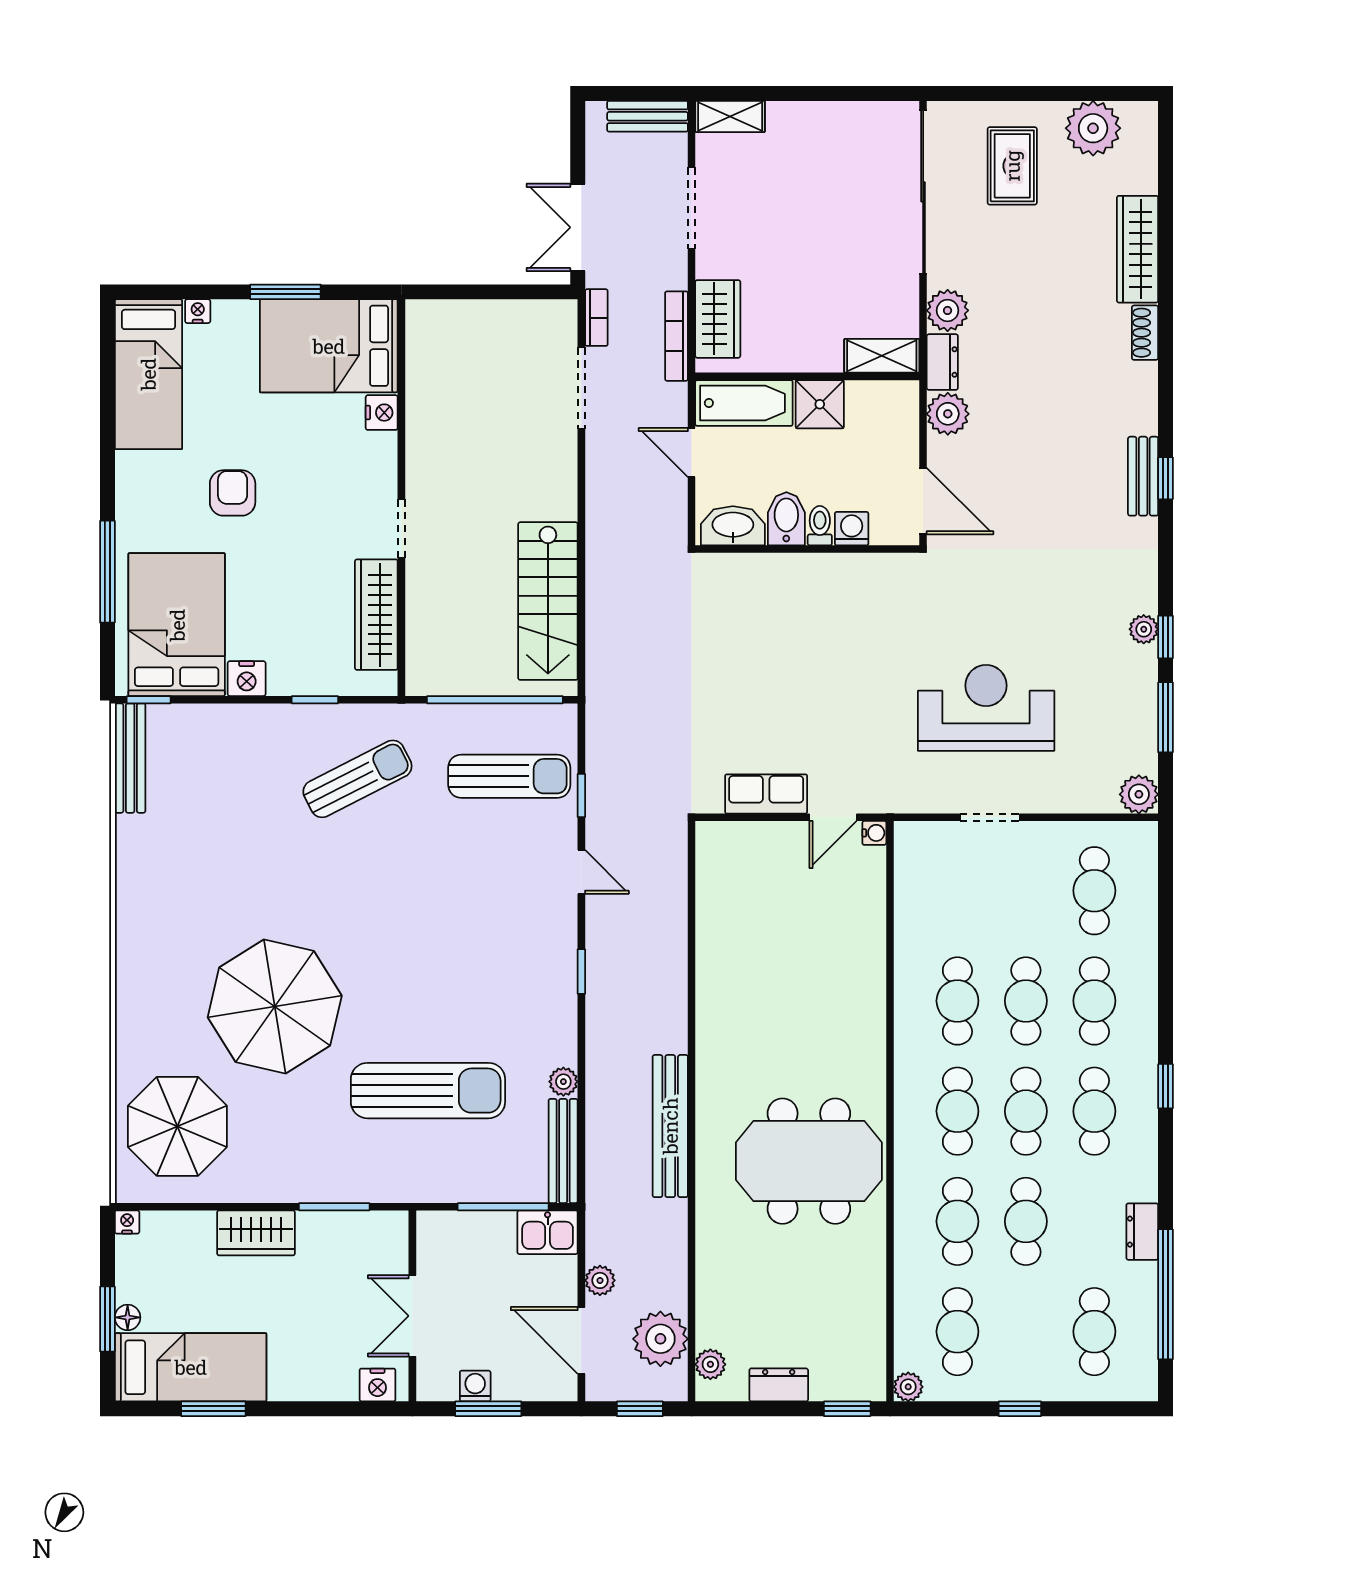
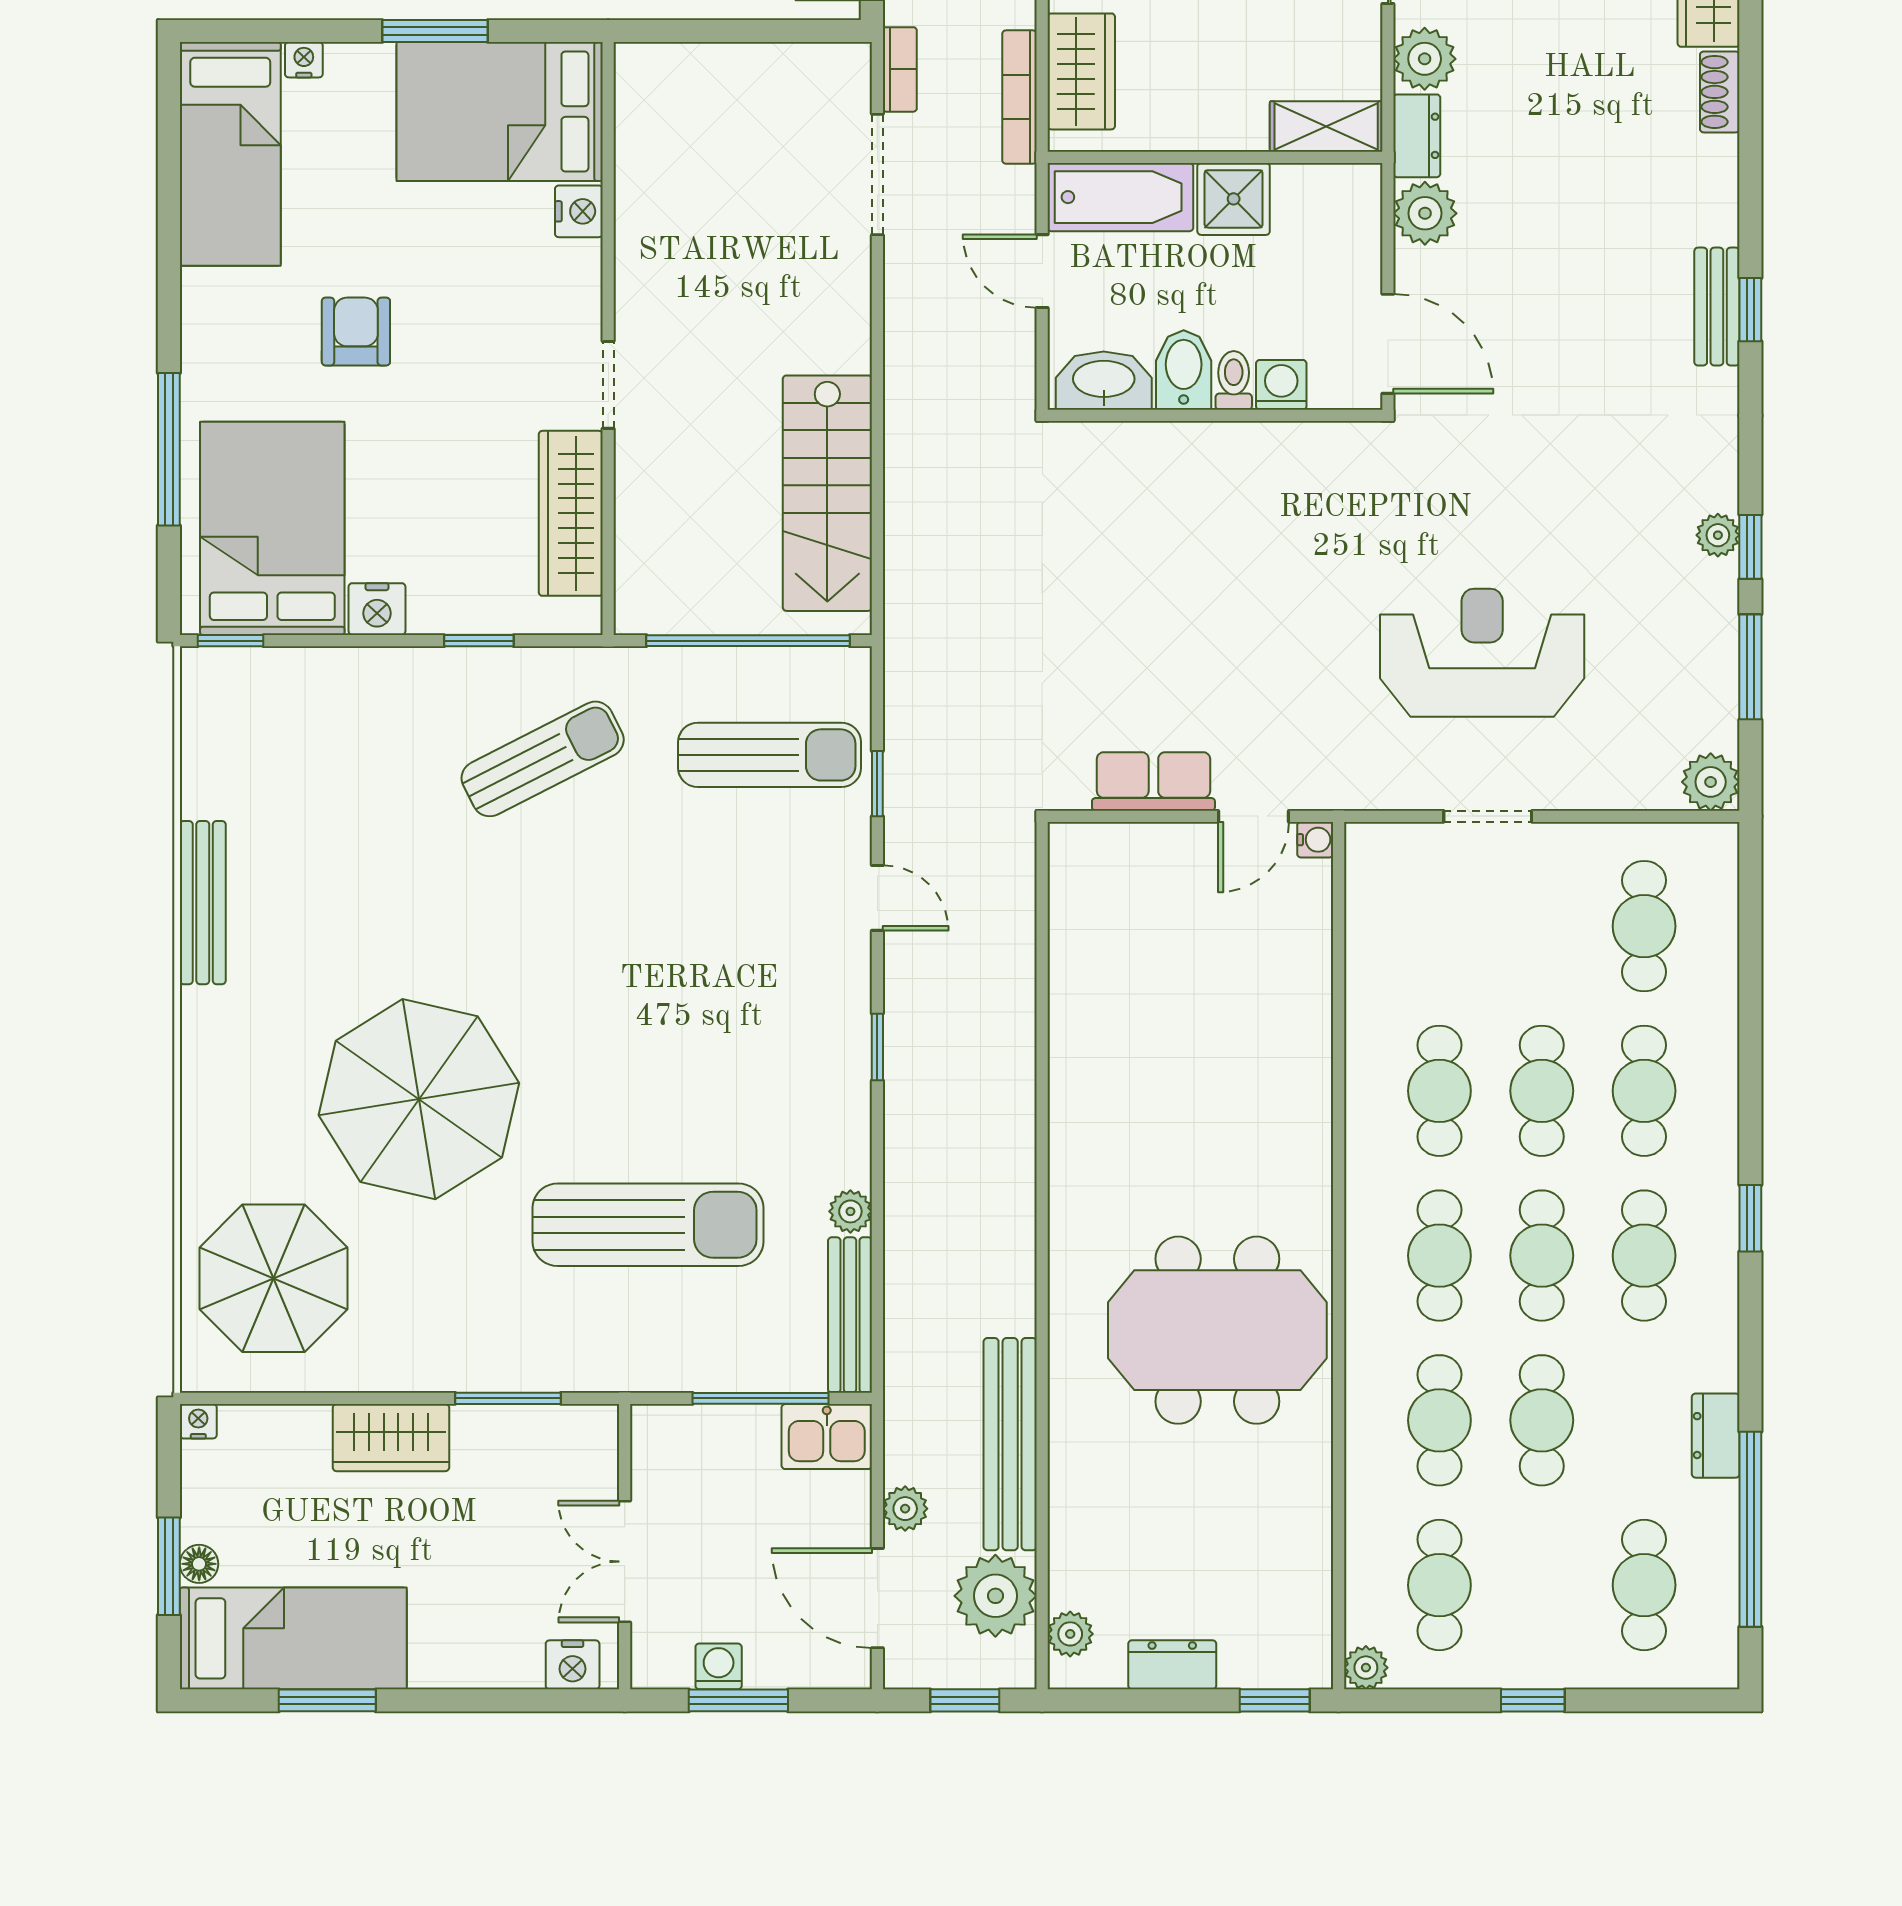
bench: (130, 758) -> (203, 903), moved
bench: (670, 1126) -> (1010, 1444), moved

